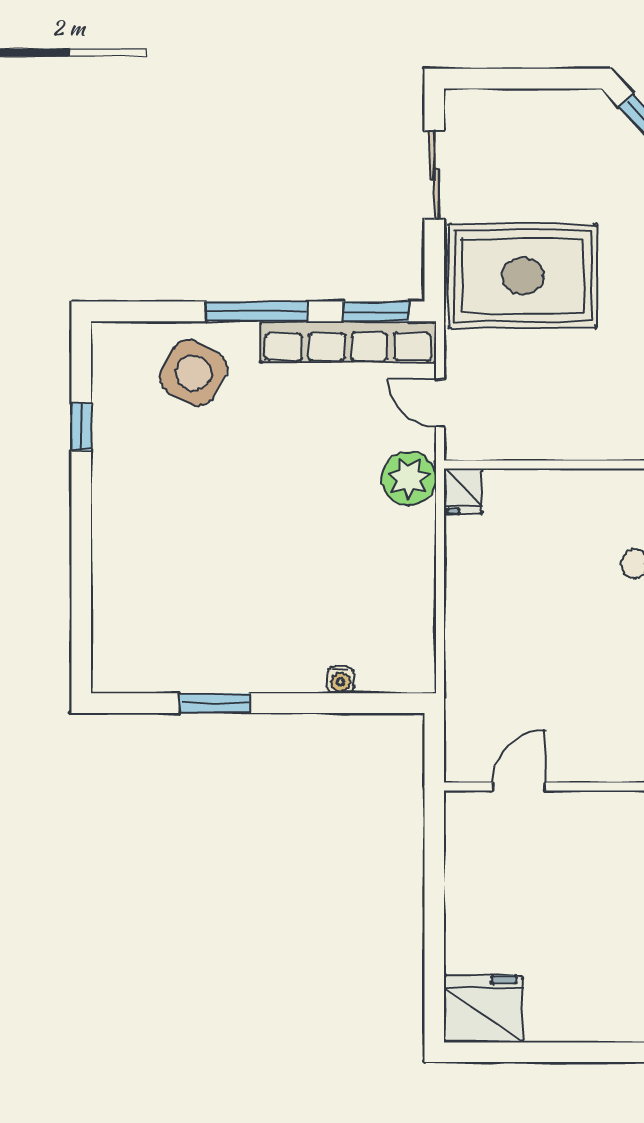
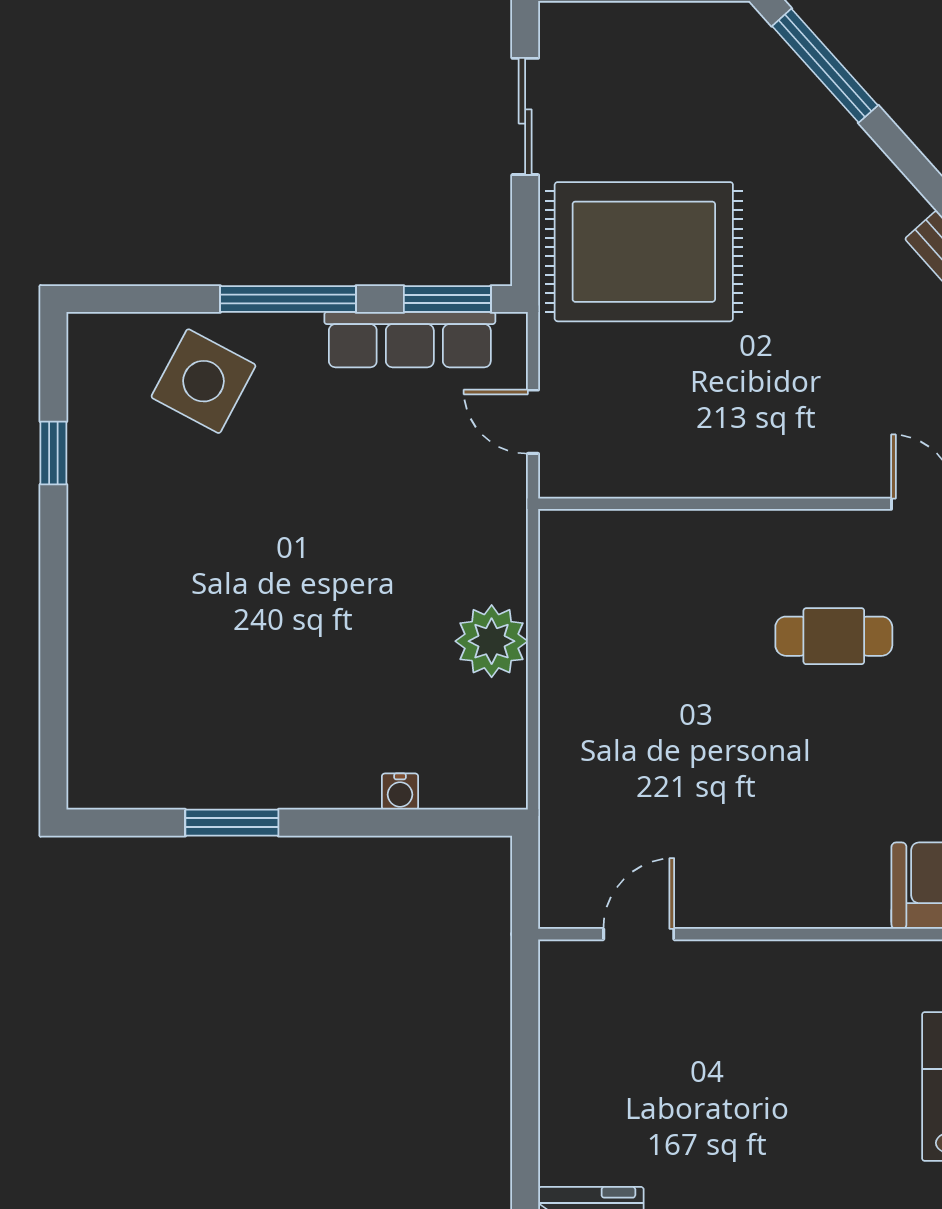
row of seats: (348, 342) -> (410, 340), width x0.73
plant: (409, 479) -> (492, 641), moved
fridge: (463, 491) -> (564, 539), removed

